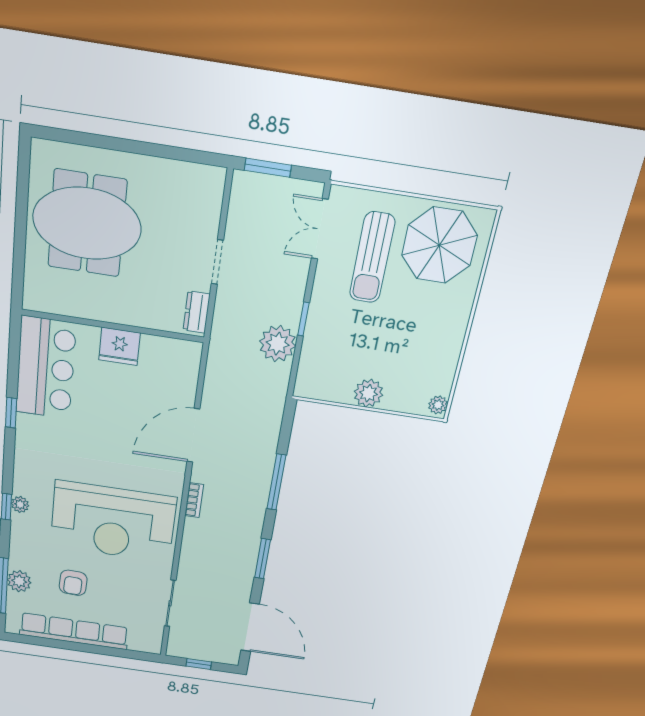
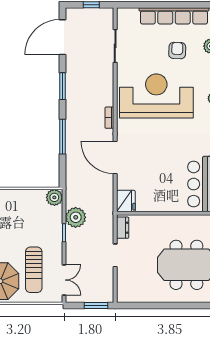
sun lounger: (372, 258) -> (34, 270), turned 180
fridge: (119, 346) -> (126, 201), moved, turned 90
plant: (368, 393) -> (54, 197), moved
door: (193, 436) -> (115, 157), swing flipped
door: (250, 627) -> (63, 37), hinge flipped

